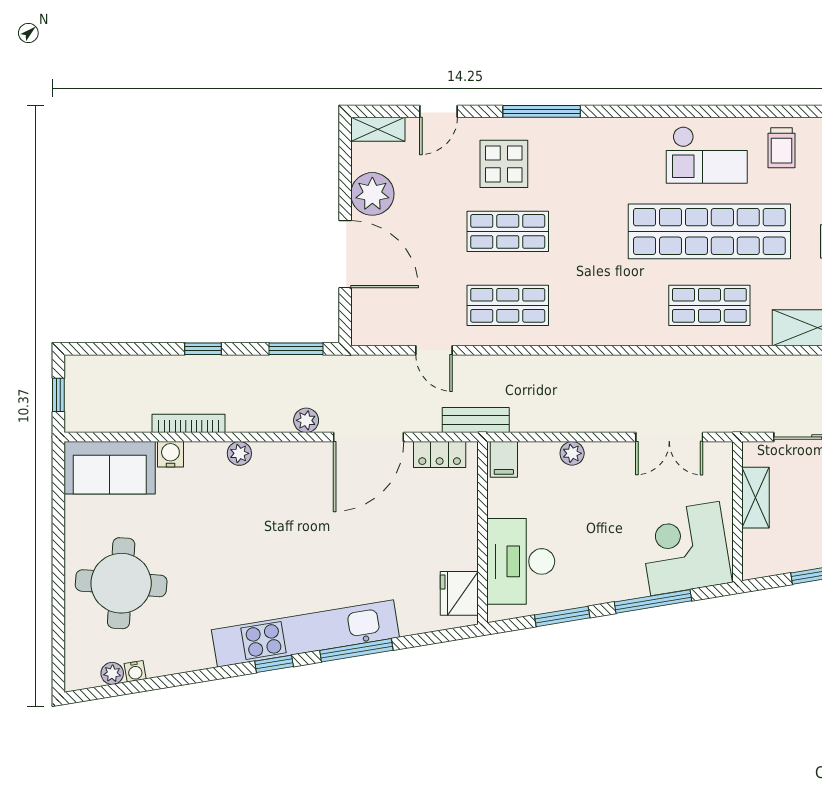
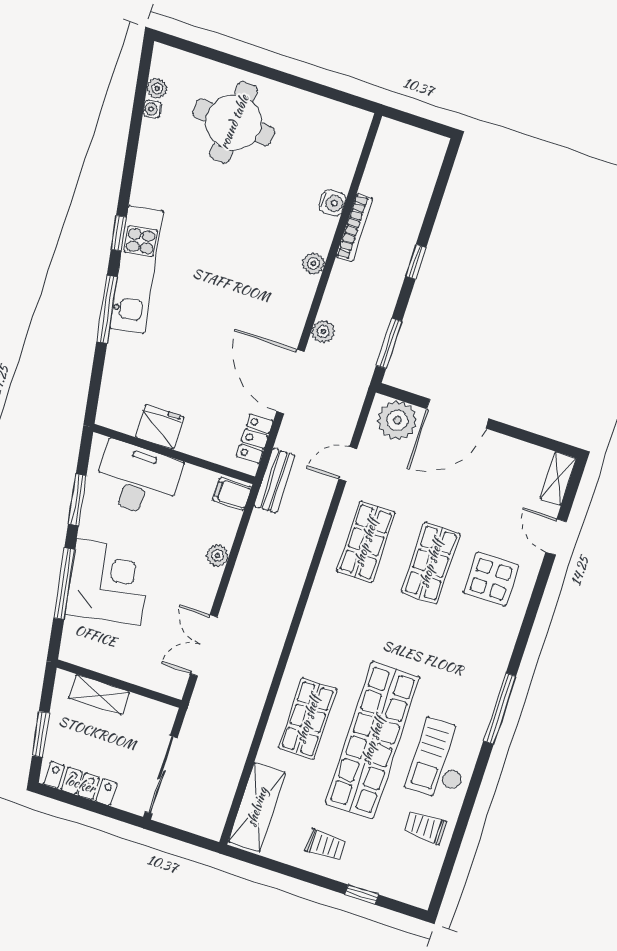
window: (542, 111) -> (500, 709), moved
plant: (372, 194) -> (397, 420), moved
window: (58, 395) -> (417, 122), removed
sofa: (110, 468) -> (338, 146), removed
shelving: (755, 498) -> (99, 695), moved
corner desk: (685, 548) -> (108, 582), moved
fridge: (459, 593) -> (159, 427), moved
kitchen unit: (305, 634) -> (136, 269), width x0.73

